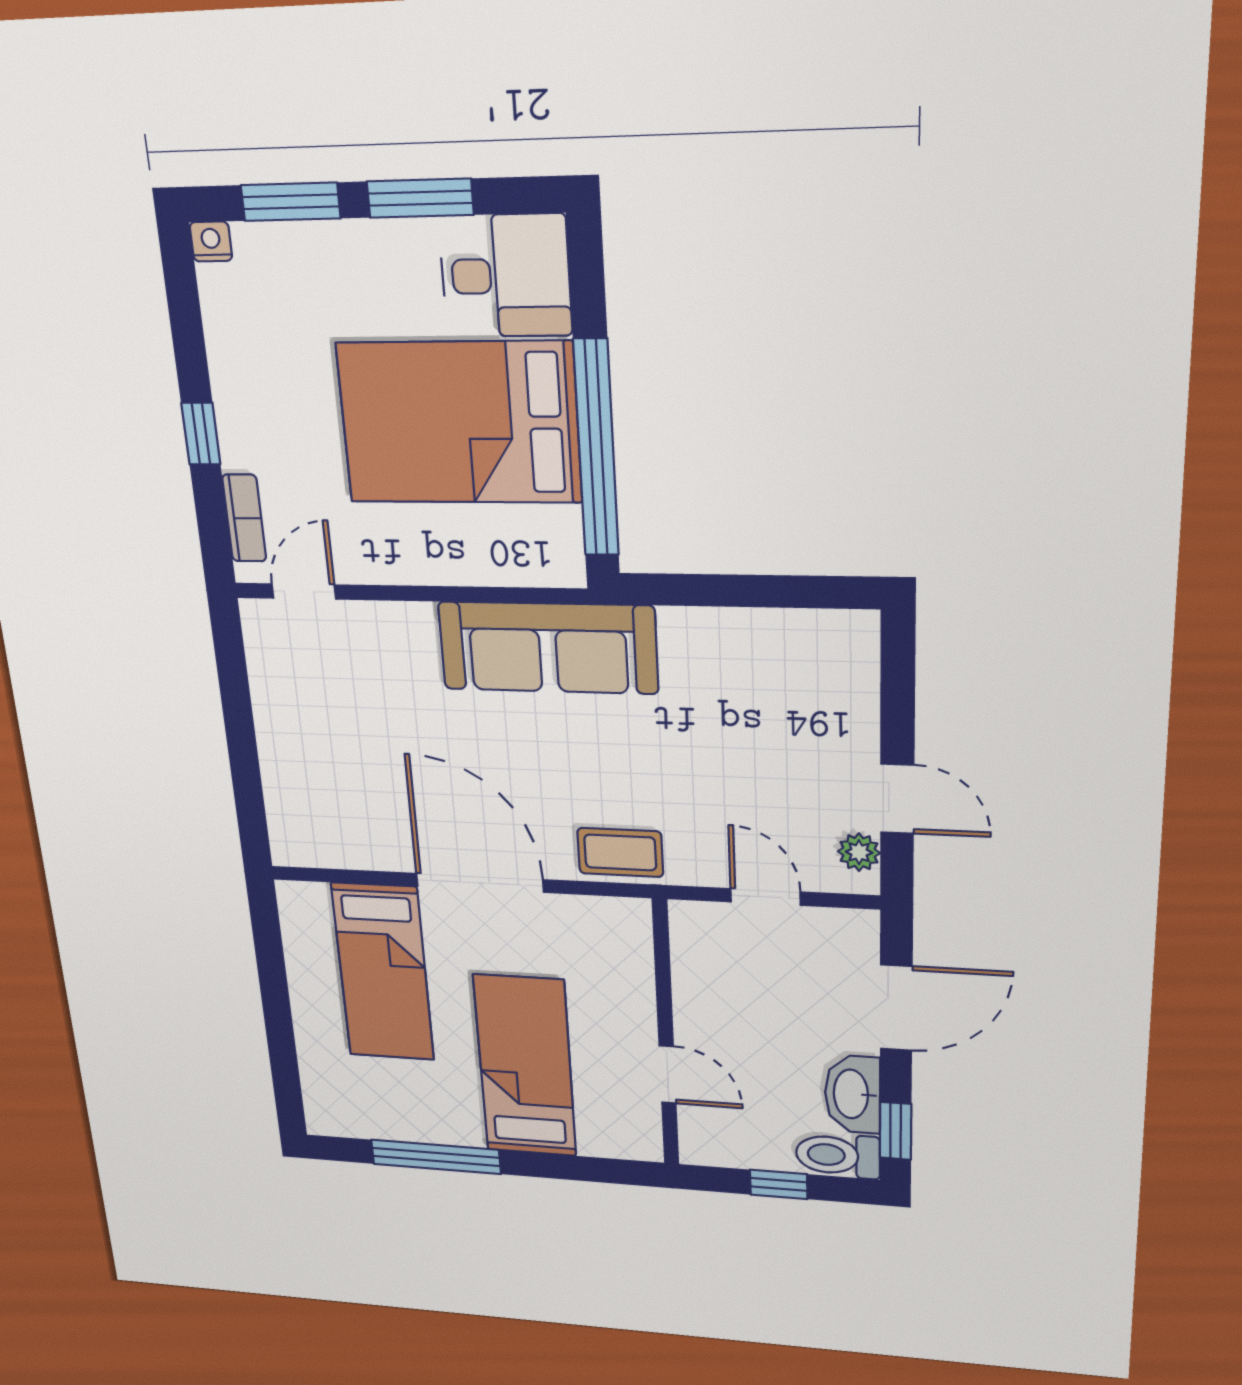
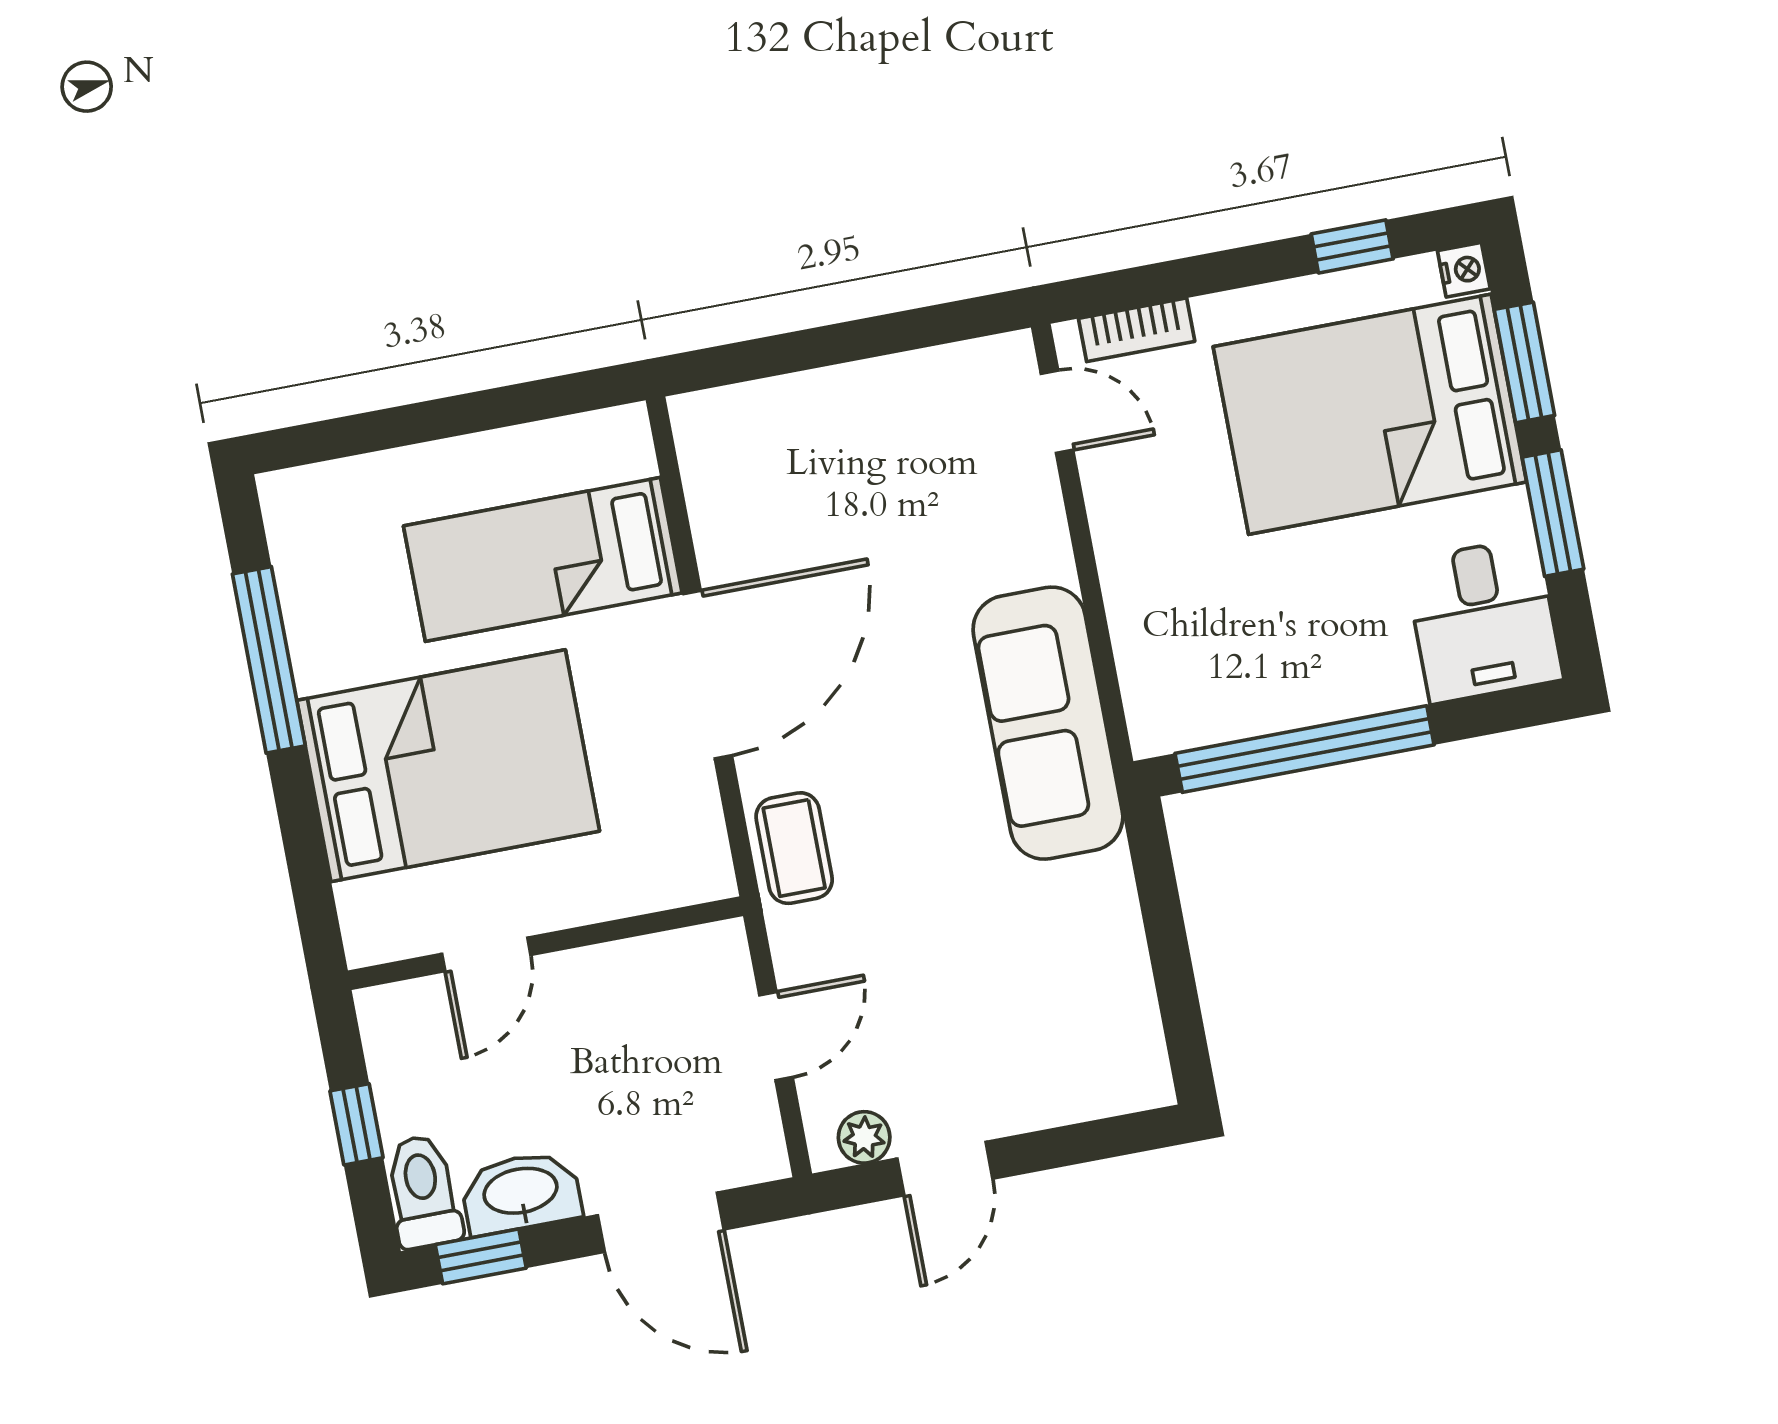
bed: (459, 423) -> (1370, 414), moved, turned -90
window: (201, 434) -> (1352, 246), moved
bed: (525, 1066) -> (448, 766), width x1.50

